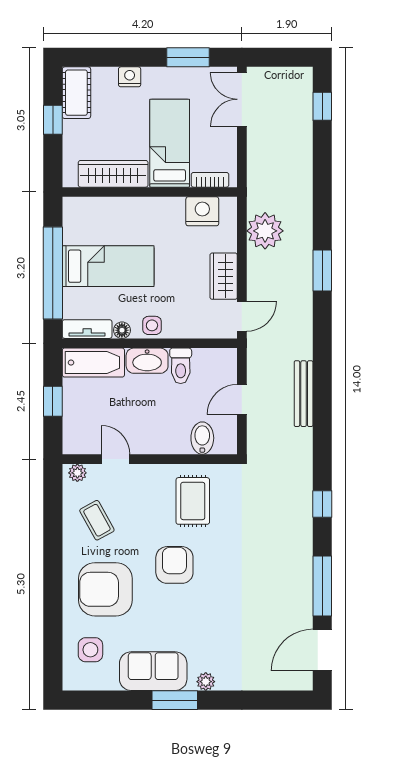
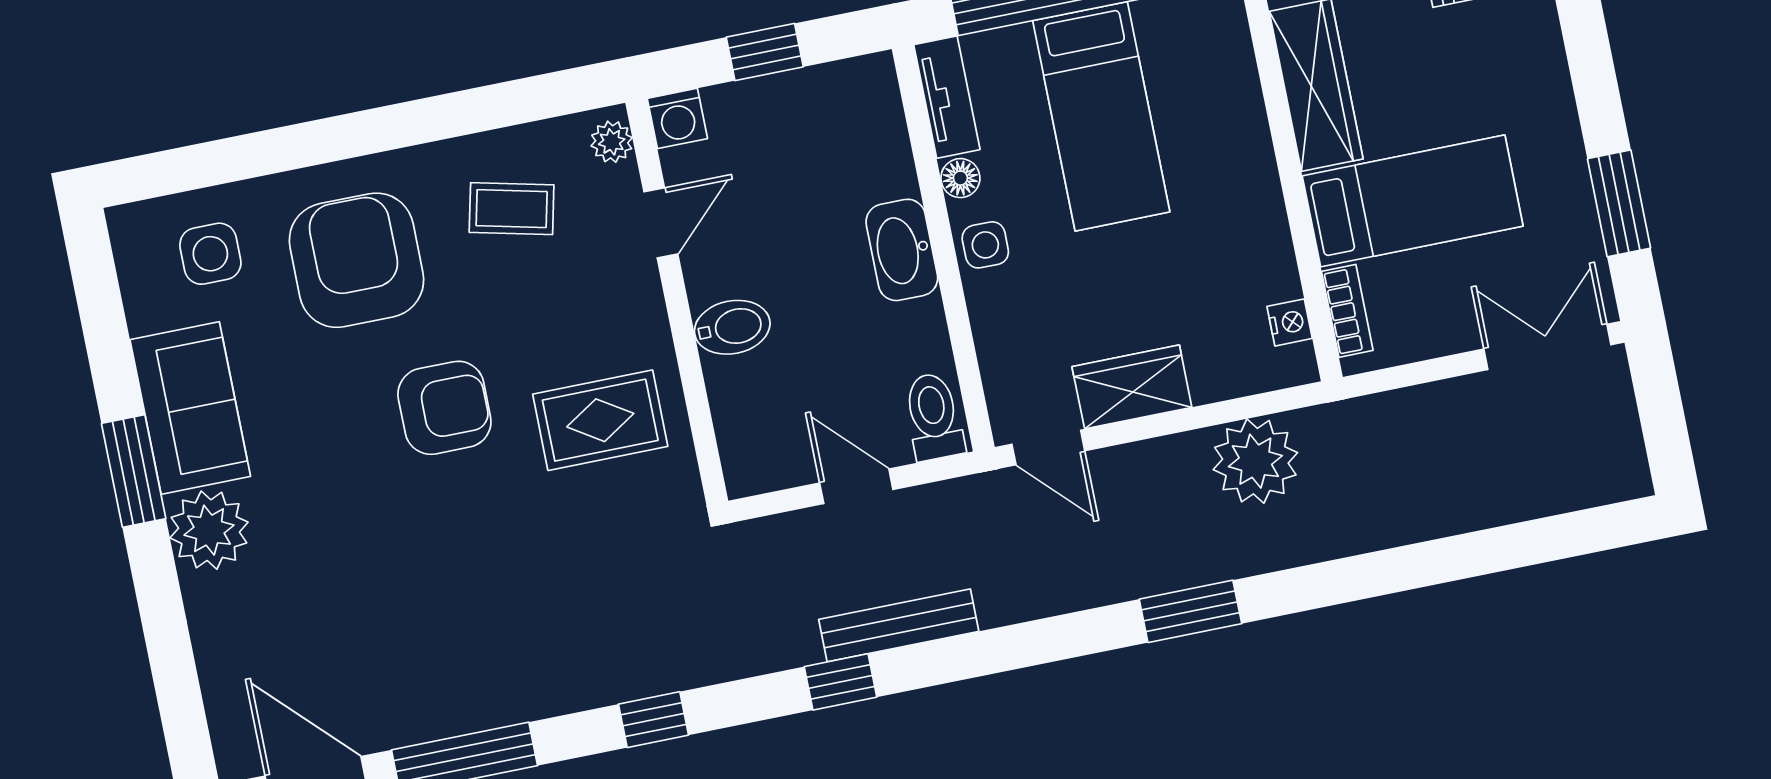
nightstand: (130, 77) -> (1547, 78), removed
window: (322, 106) -> (841, 682), moved
nightstand: (202, 211) -> (1290, 322), width x0.53, depth x0.56
bathtub: (93, 363) -> (873, 127), removed
toilet: (181, 366) -> (934, 417), moved, turned 90
bidet: (202, 438) -> (732, 327), moved
washing machine: (73, 443) -> (677, 118), added
coffee table: (97, 520) -> (512, 209), turned 42
plant: (206, 682) -> (209, 530), width x1.87, depth x1.87

